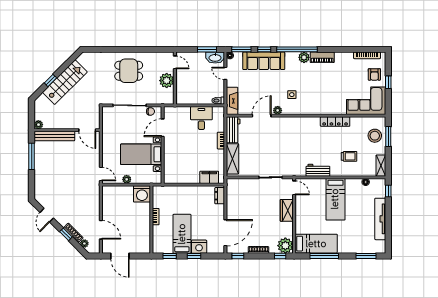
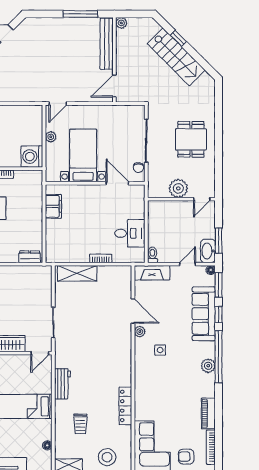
piano: (322, 57) -> (208, 413), moved
workbench: (233, 130) -> (115, 274), removed
filing cabinet: (209, 177) -> (53, 206), moved

